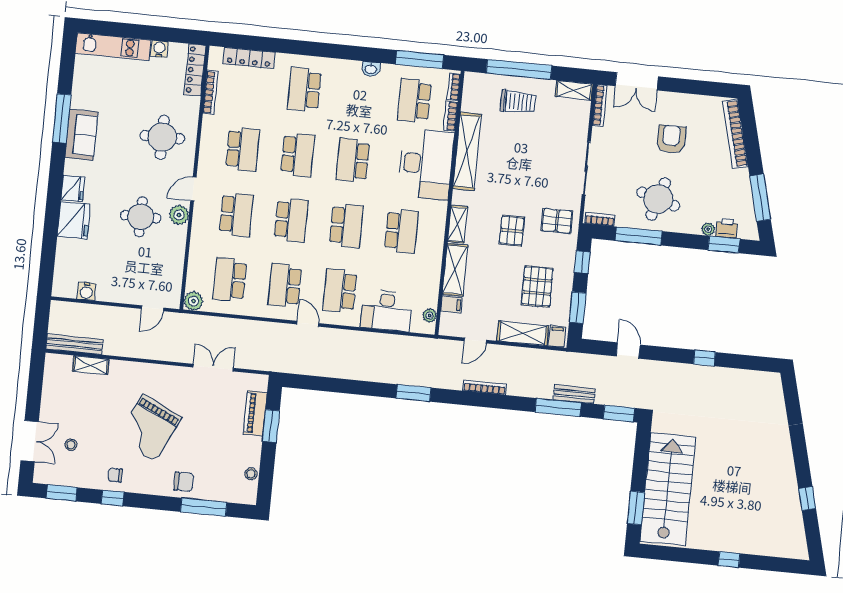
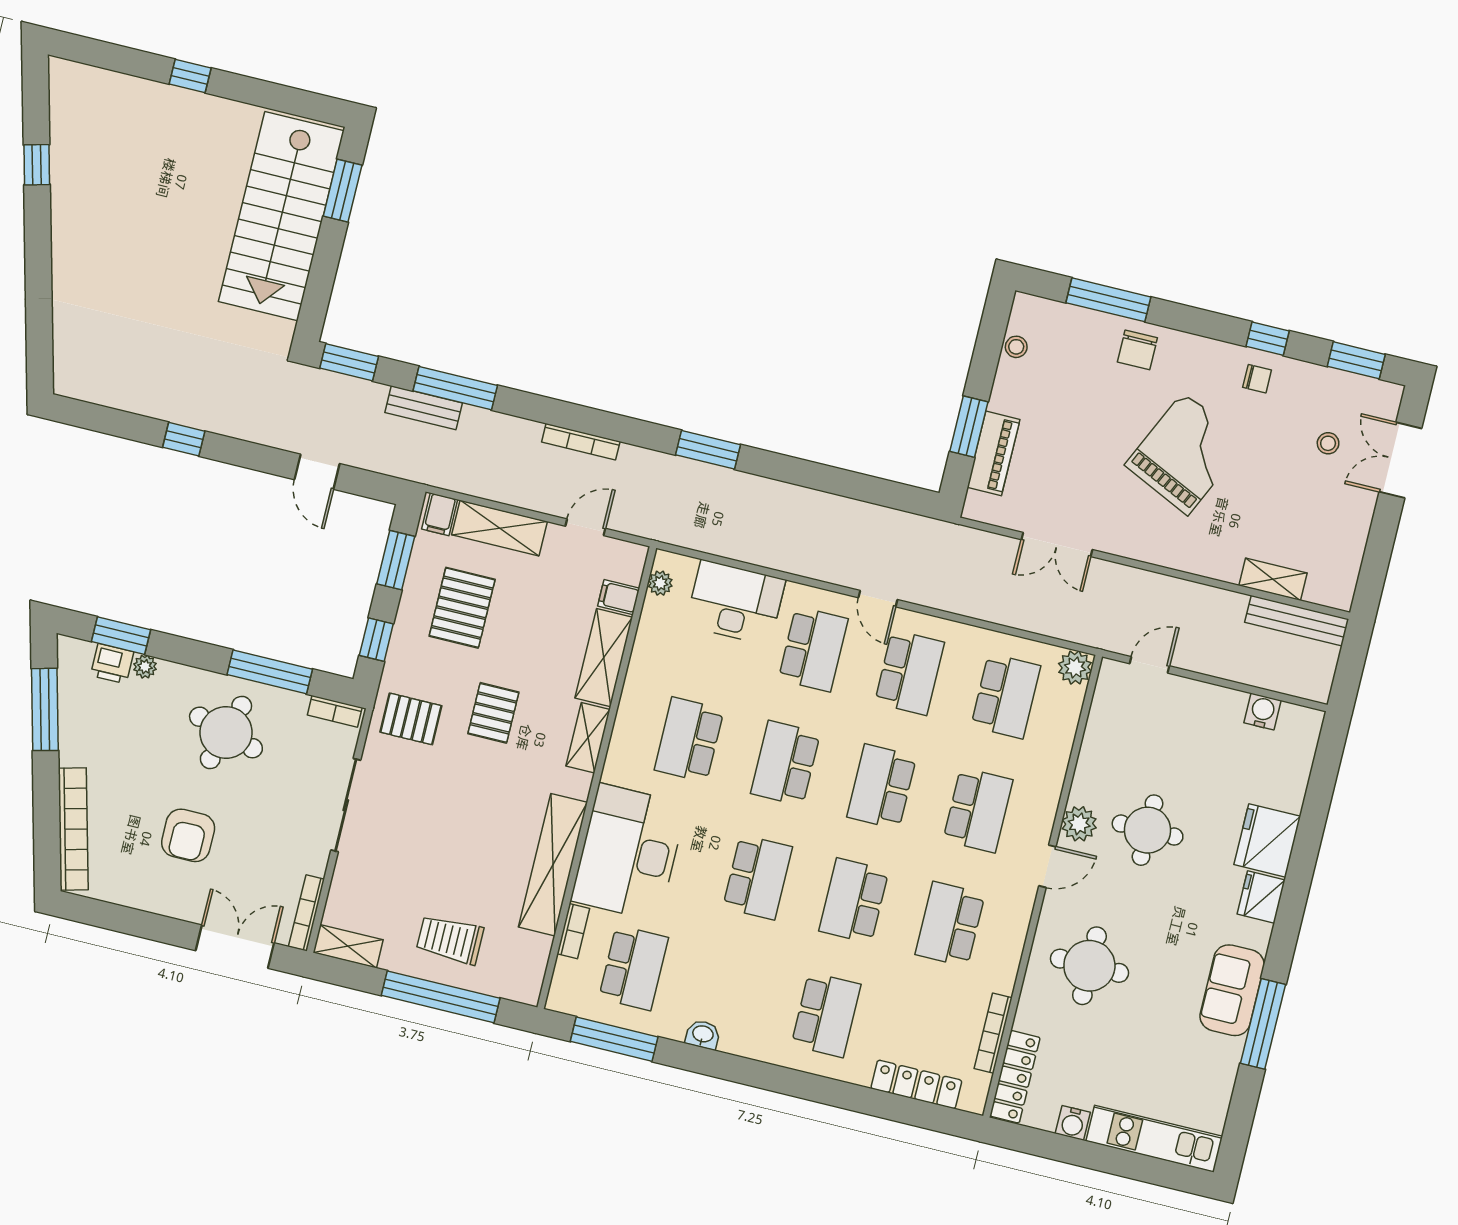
bookcase: (454, 87) -> (560, 982), removed
school desk: (236, 215) -> (978, 810), turned 180
chair: (184, 482) -> (1137, 350), turned -90

